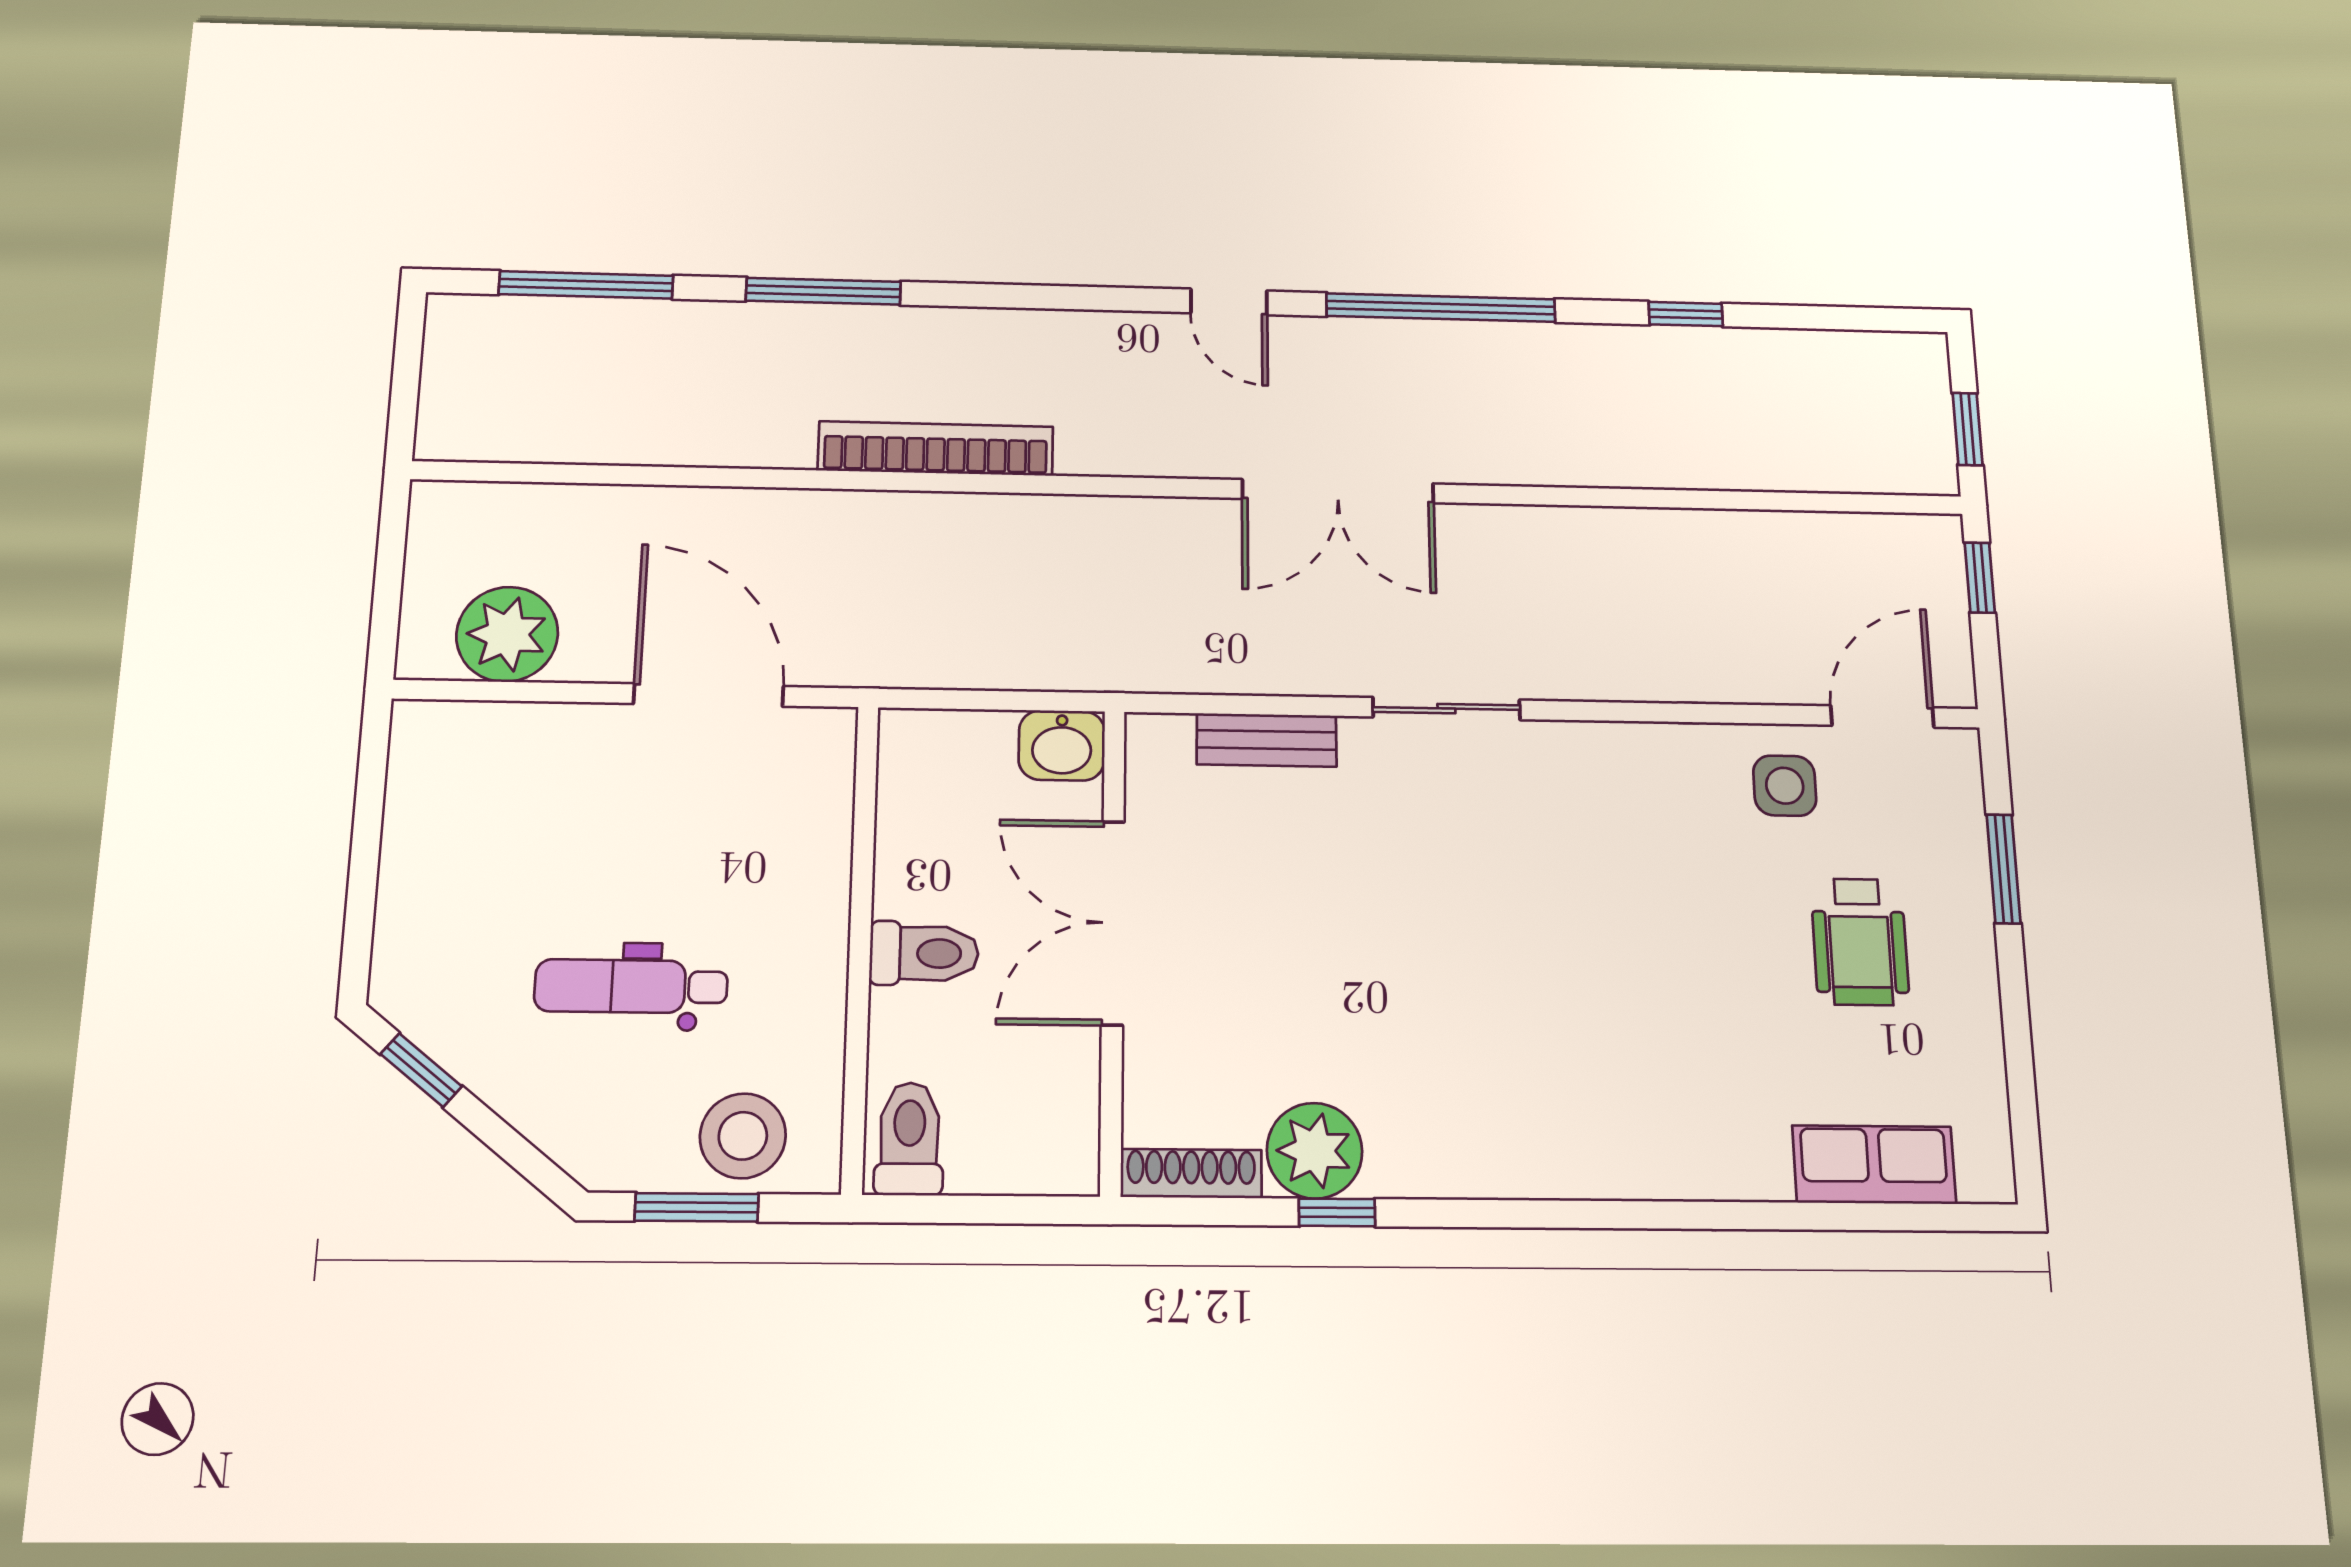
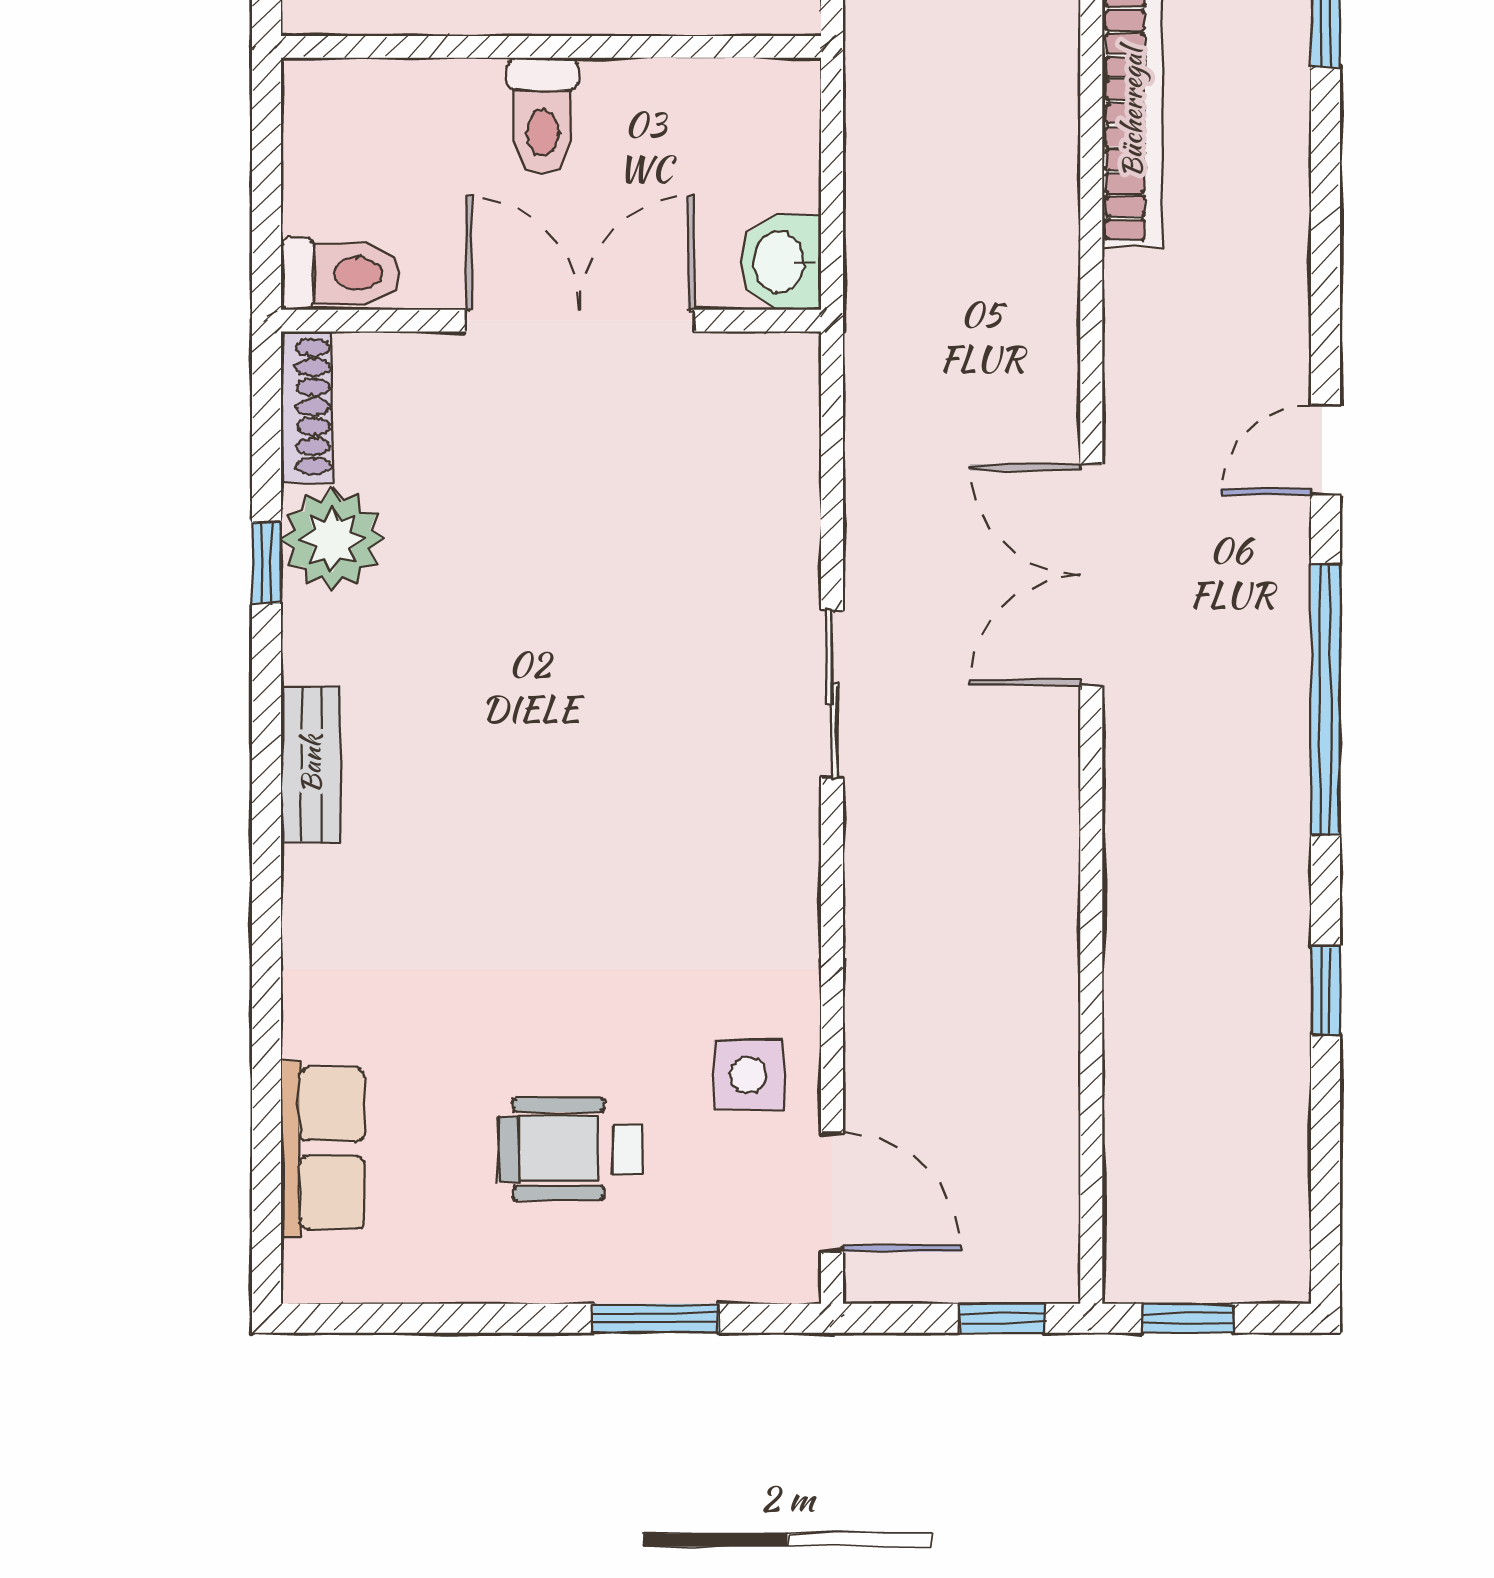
bench: (1267, 740) -> (311, 764), moved
toilet: (909, 1139) -> (341, 273), moved

